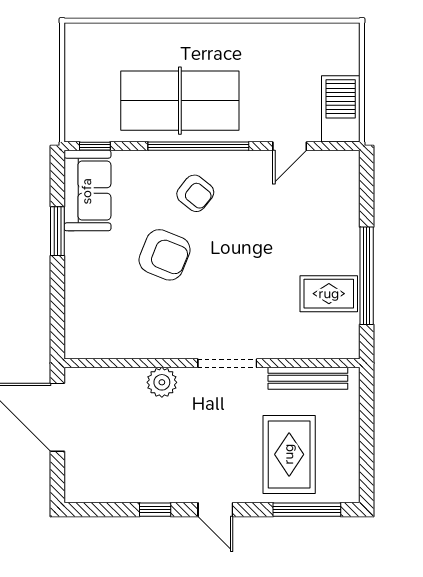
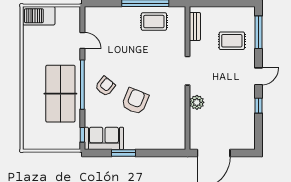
barbecue: (341, 109) -> (39, 16), moved
rug: (329, 294) -> (154, 22), turned 90
bench: (308, 378) -> (195, 26), width x0.73
rug: (289, 454) -> (232, 41), width x0.73, depth x0.70

